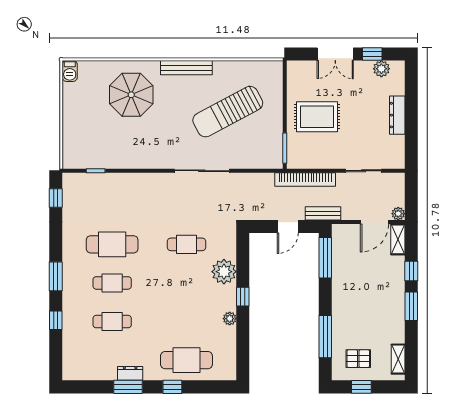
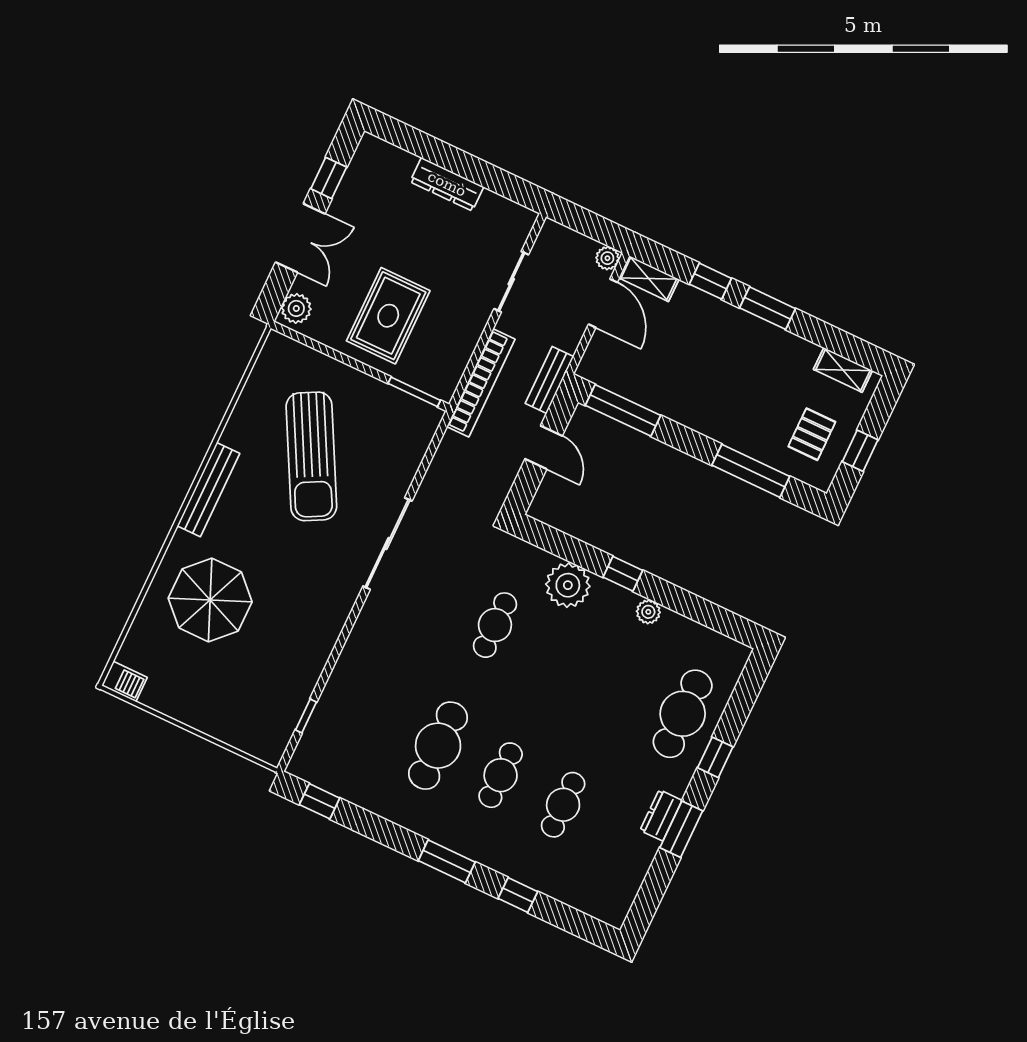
plant: (381, 69) -> (296, 308), moved

